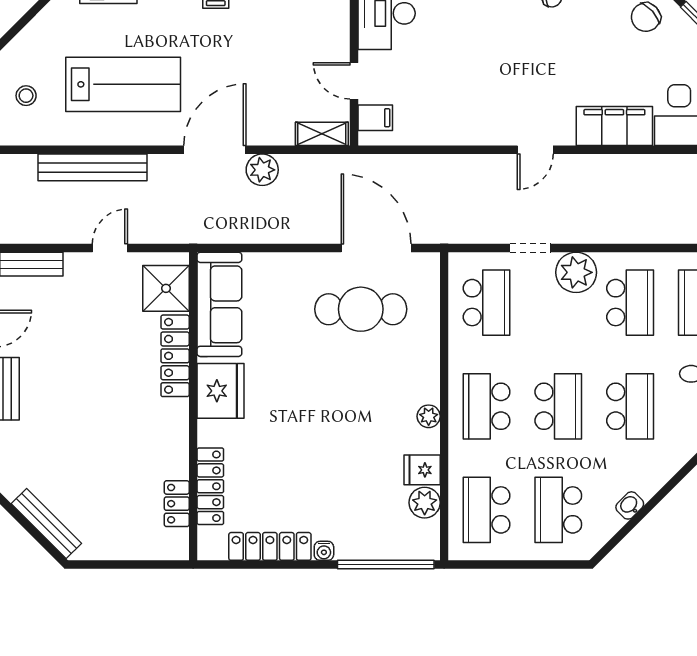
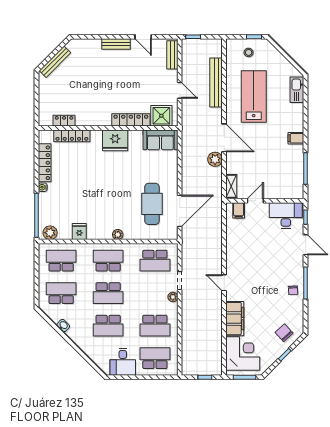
lab bench: (123, 84) -> (254, 96), turned 180
plant: (576, 272) -> (173, 297), width x0.53, depth x0.53
sofa: (219, 304) -> (160, 140), width x0.73
plant: (429, 416) -> (118, 235), moved
plant: (425, 503) -> (50, 233), moved

